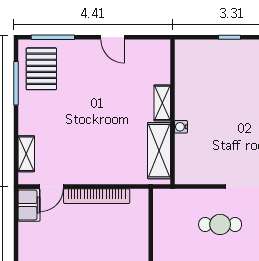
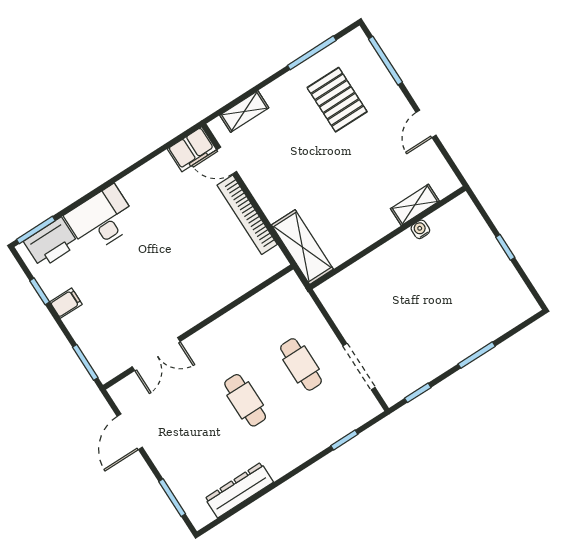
pallet: (41, 69) -> (337, 100), moved, turned 90
shelving: (162, 103) -> (415, 205), moved
water cooler: (181, 127) -> (420, 229), moved
shelving: (159, 151) -> (302, 247), moved, turned 90

